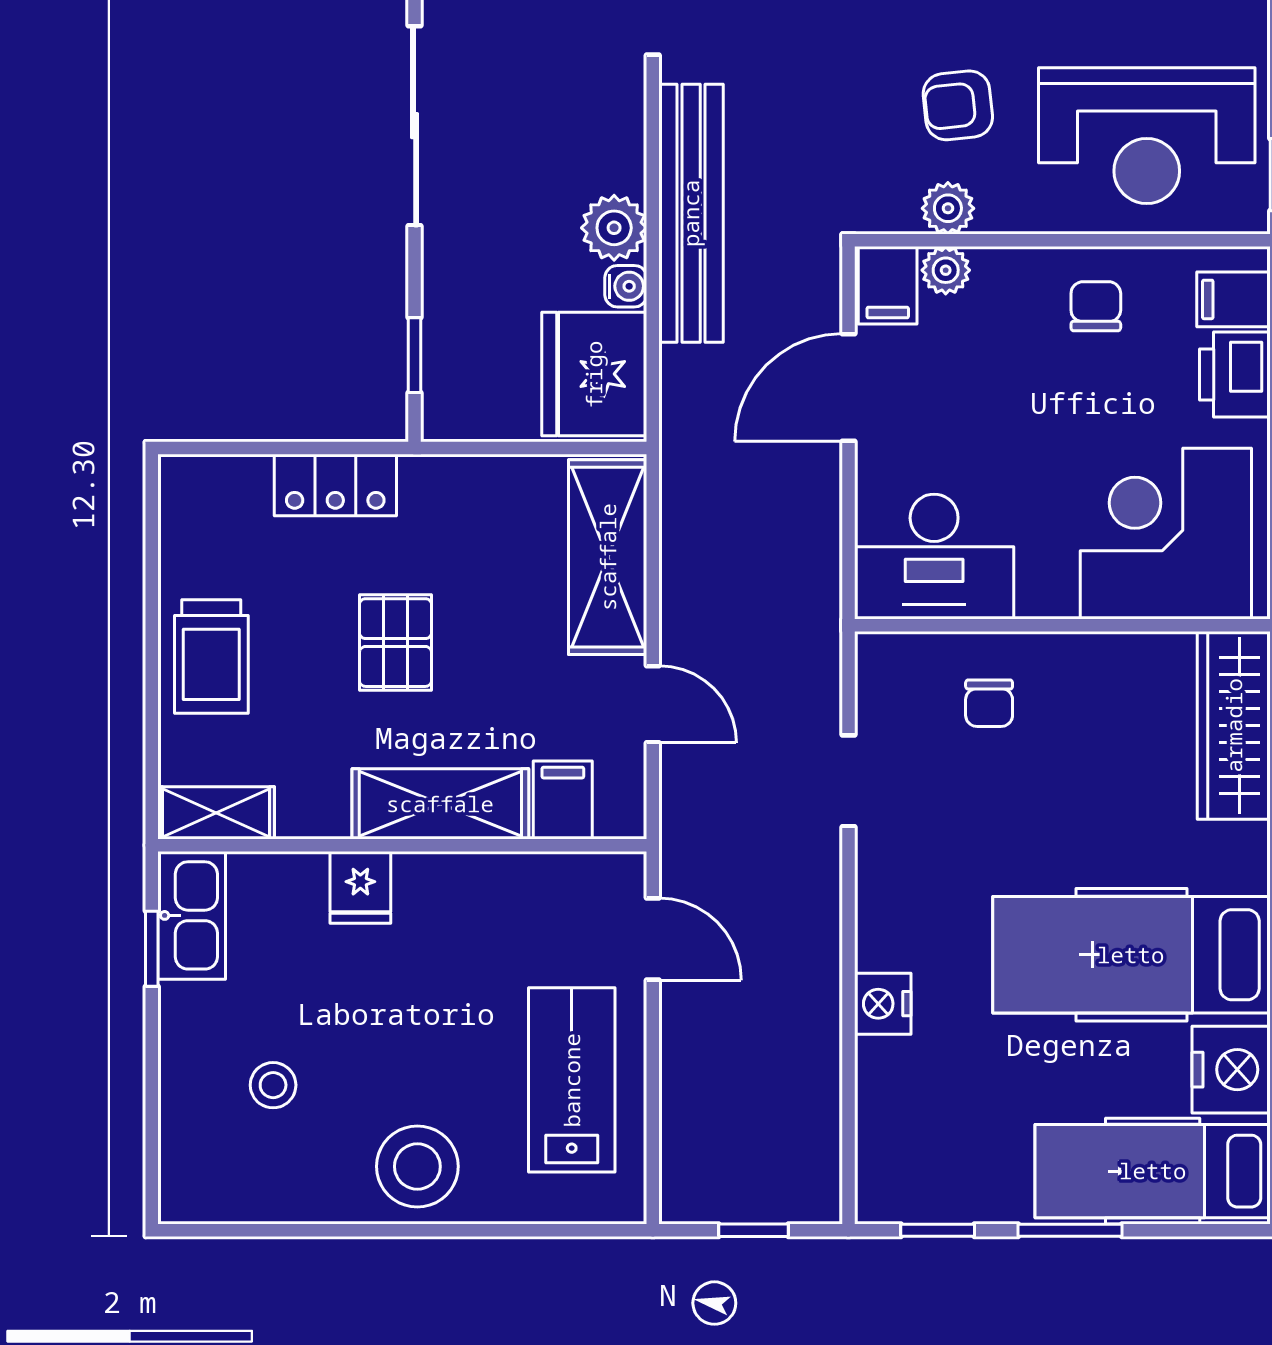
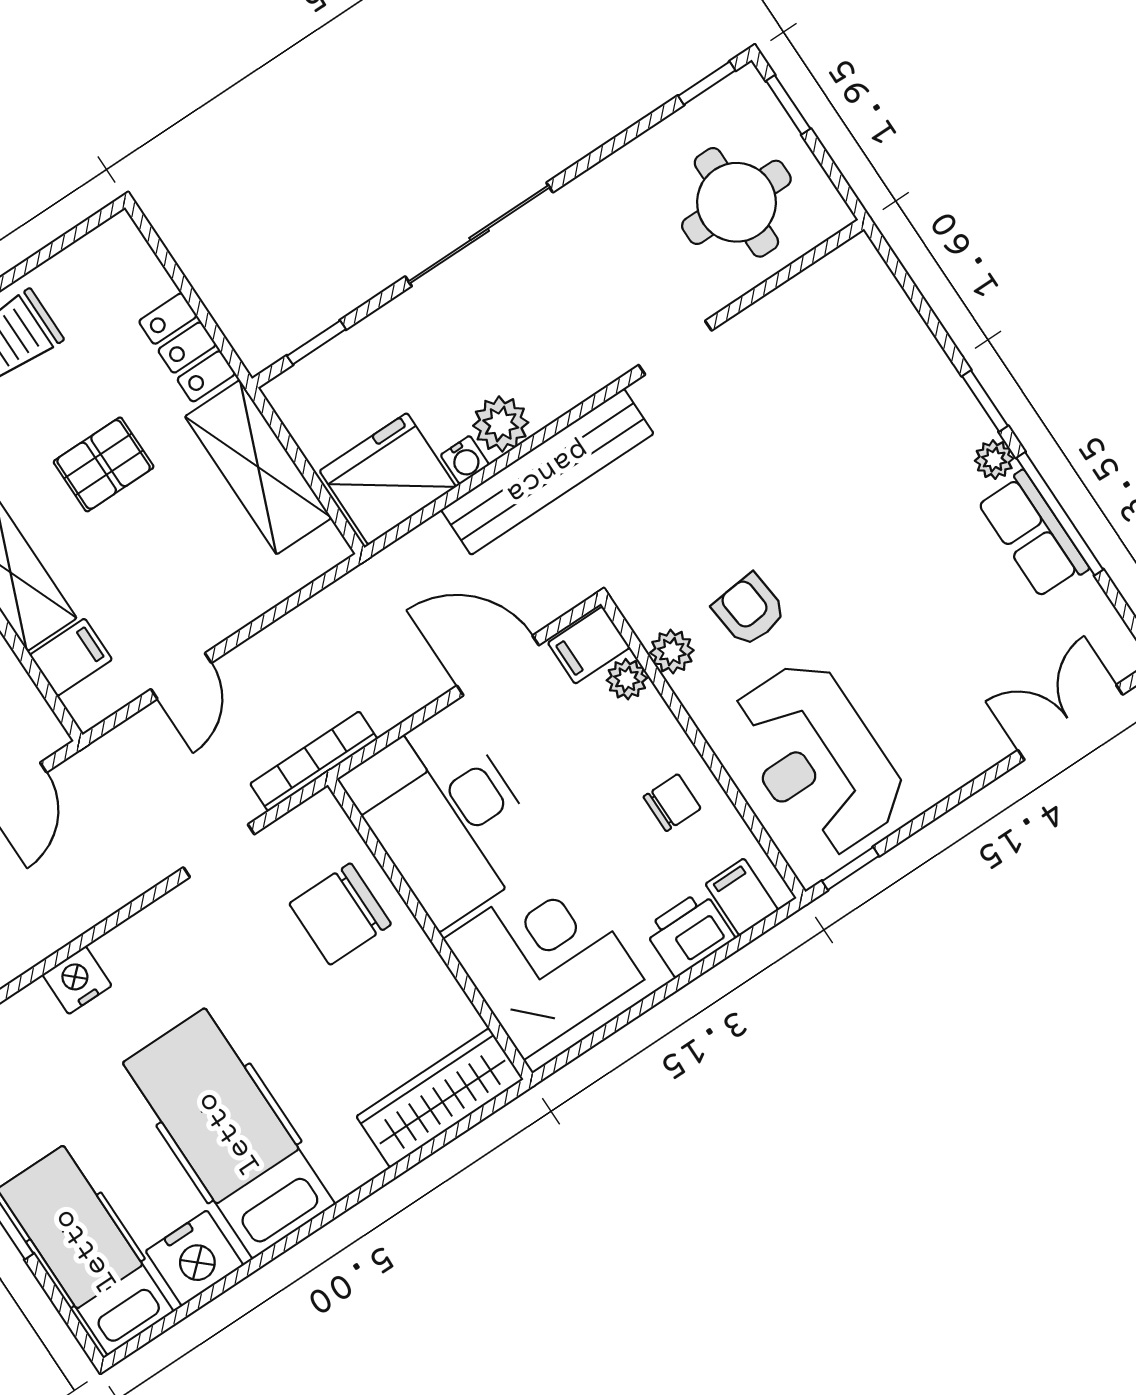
shelving: (608, 557) -> (258, 467), moved, turned 90
desk: (934, 557) -> (445, 818), width x1.36, depth x1.30
bookcase: (823, 630) -> (314, 761), added
chair: (989, 703) -> (340, 914), width x1.87, depth x1.87

